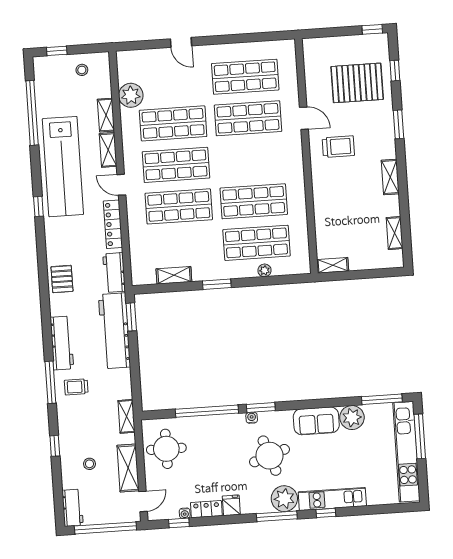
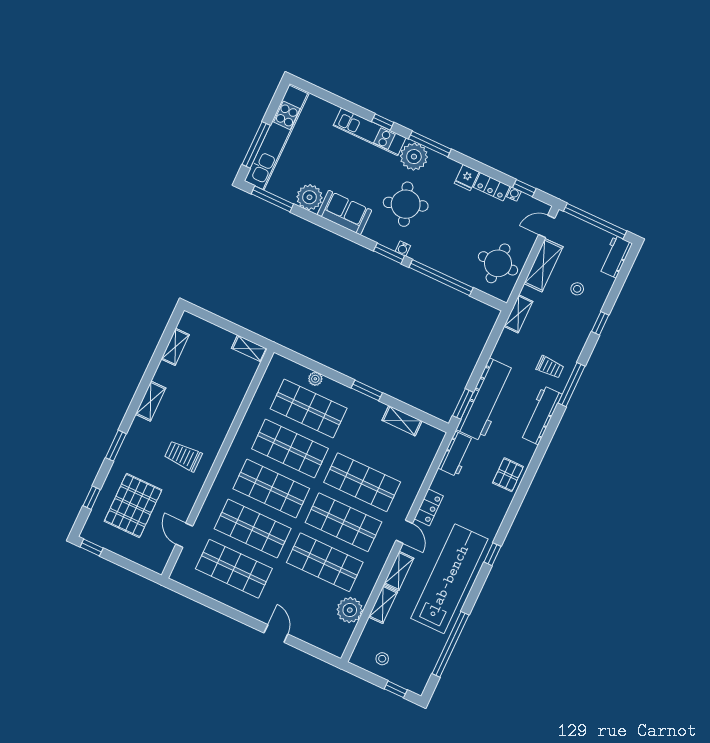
pallet: (357, 83) -> (133, 505), turned 90
door: (304, 118) -> (184, 535), moved
shop shelf: (251, 160) -> (271, 489), added
locker: (113, 224) -> (429, 507), width x0.66

